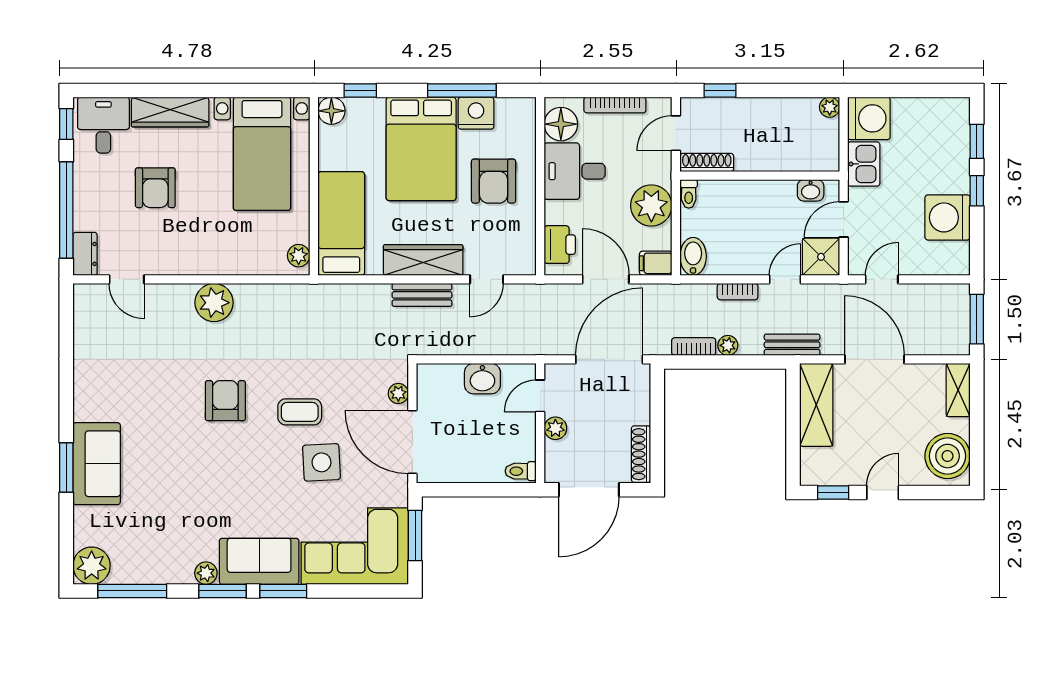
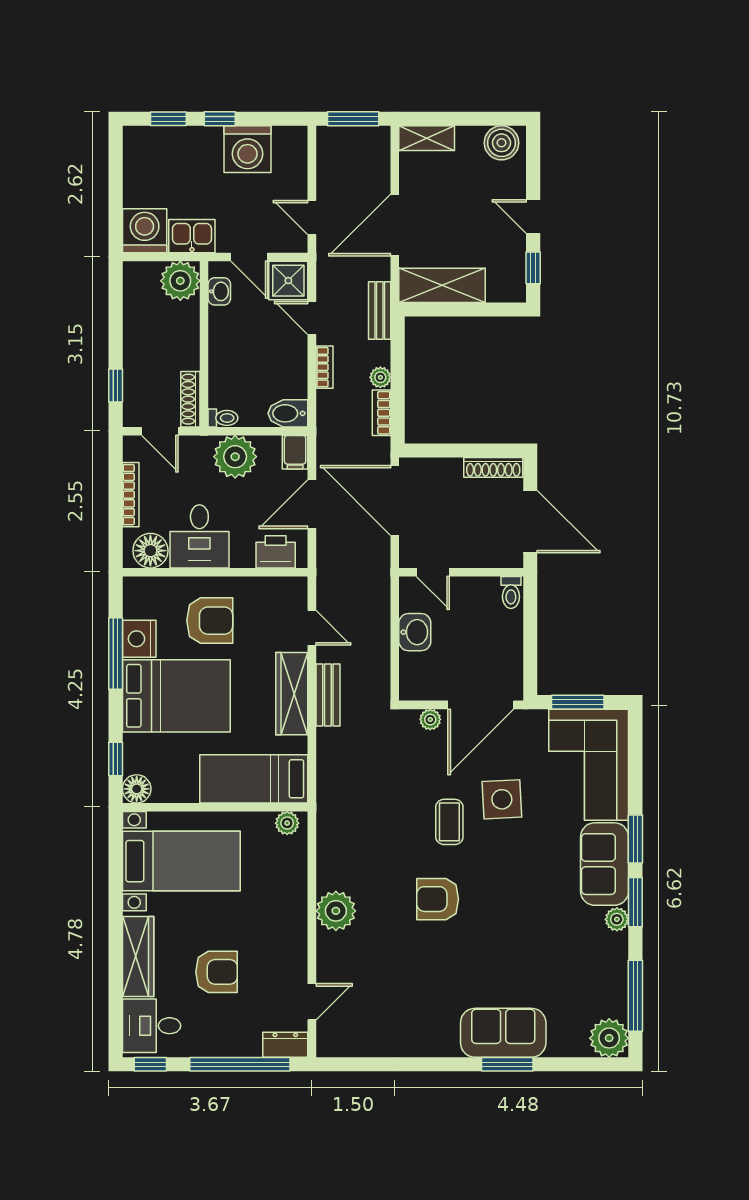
plant: (830, 107) -> (180, 281), moved, width x1.88, depth x1.88
plant: (555, 428) -> (466, 556), removed
boiler: (948, 456) -> (502, 143), width x0.73, depth x0.73

